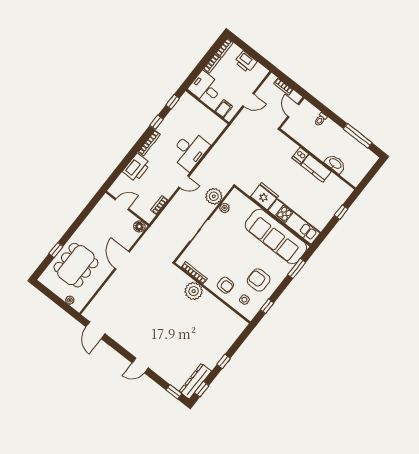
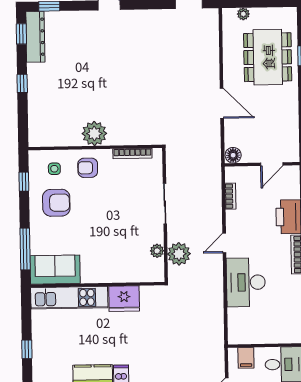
sofa: (276, 236) -> (55, 270), width x0.54, depth x0.79
window: (297, 268) -> (25, 249), width x1.44
plant: (194, 291) -> (94, 134), moved

